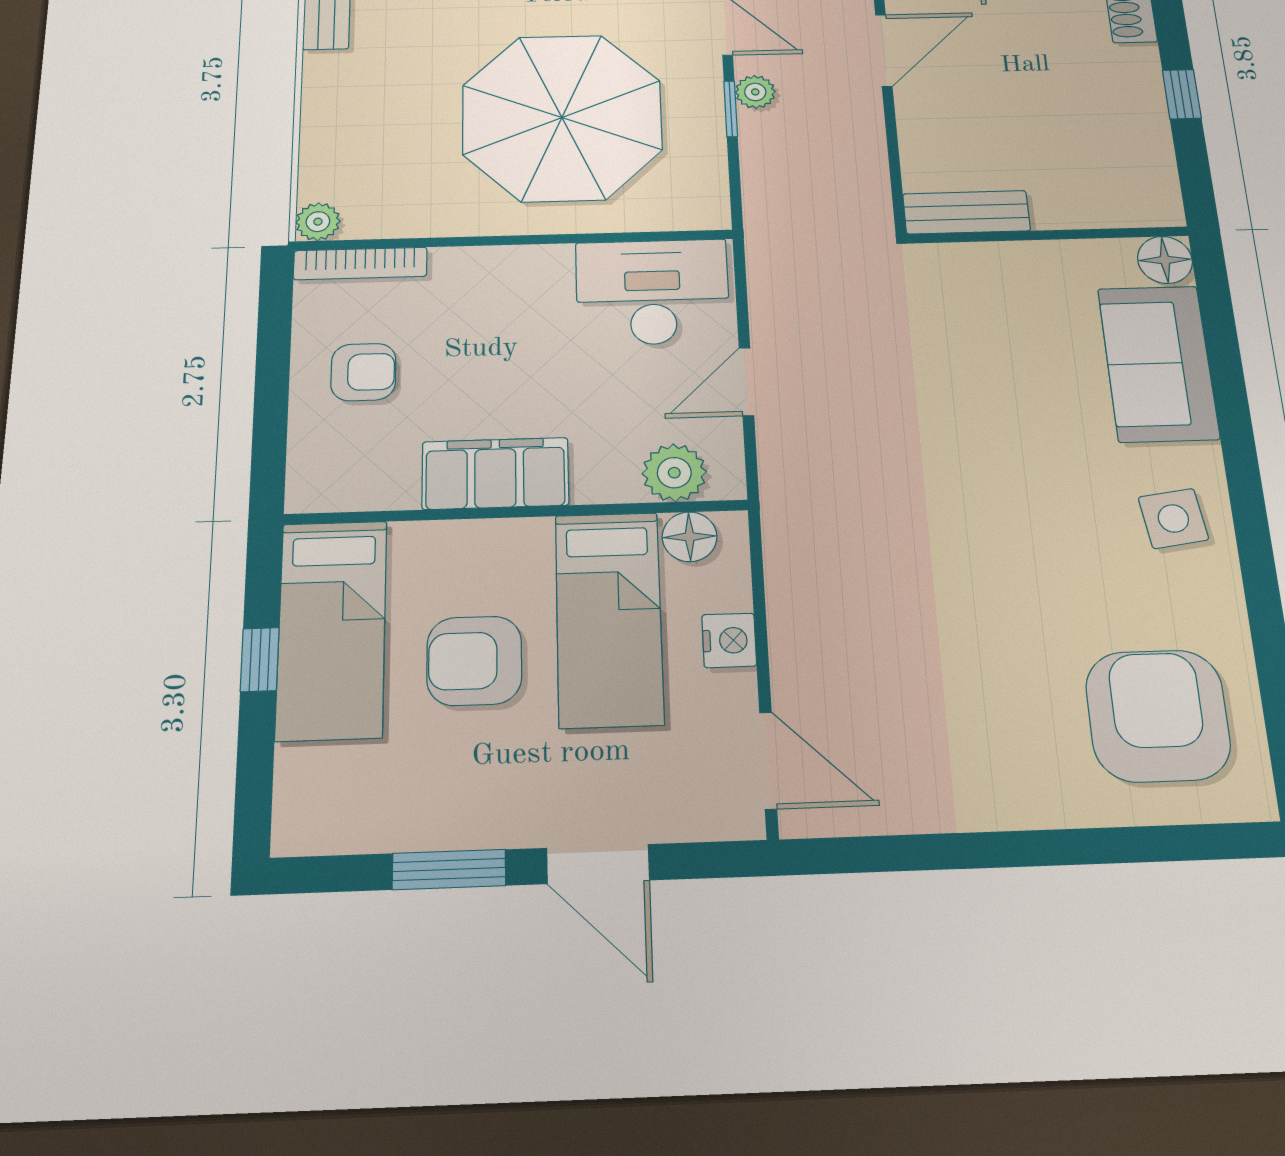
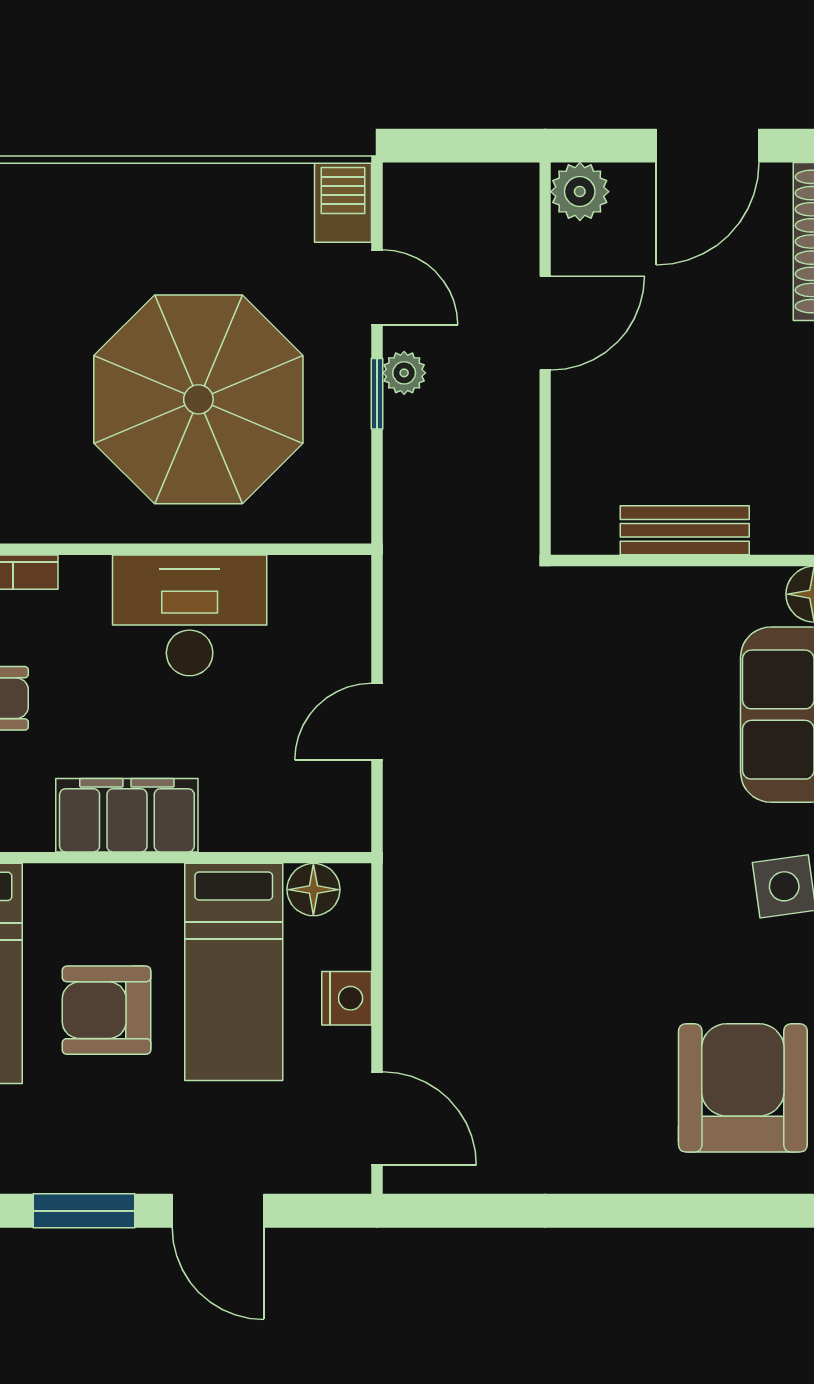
bench: (966, 212) -> (685, 530), moved
desk: (653, 292) -> (190, 615), moved
plant: (674, 473) -> (301, 820), removed

